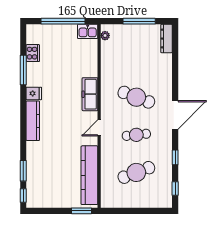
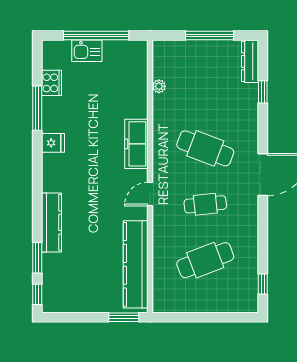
kitchen sink: (88, 31) -> (87, 51), moved
plant: (105, 36) -> (159, 86), moved
kitchen counter: (33, 121) -> (51, 222), moved
window: (175, 157) -> (263, 92), moved

